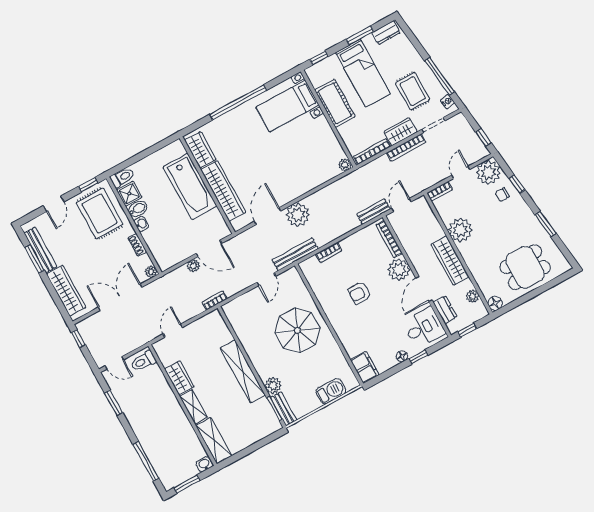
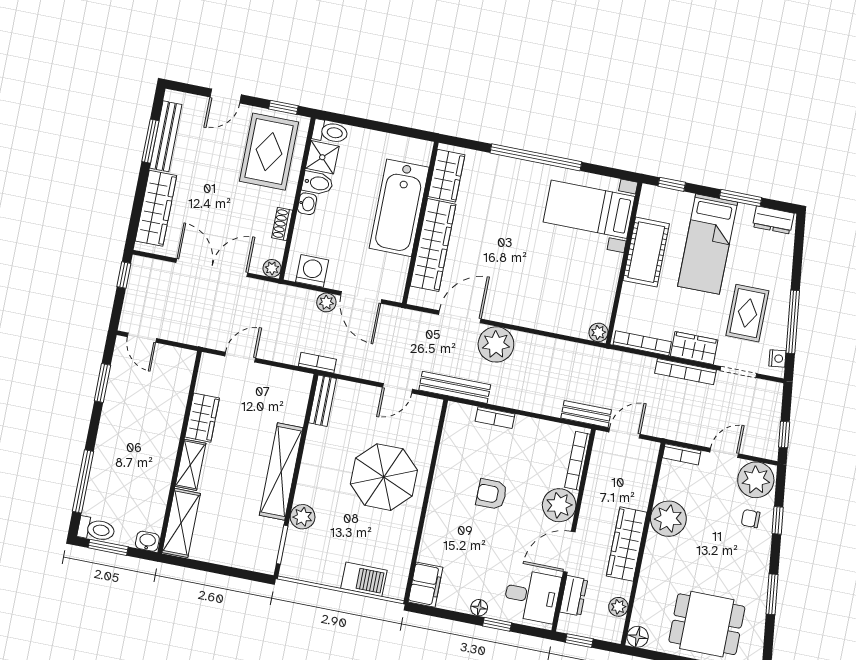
washing machine: (173, 256) -> (312, 271), added
toilet: (143, 361) -> (96, 529), moved, turned 180
bench: (284, 409) -> (323, 401), moved

